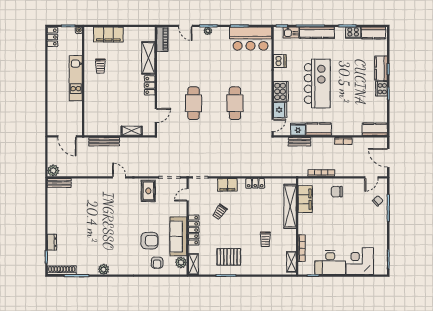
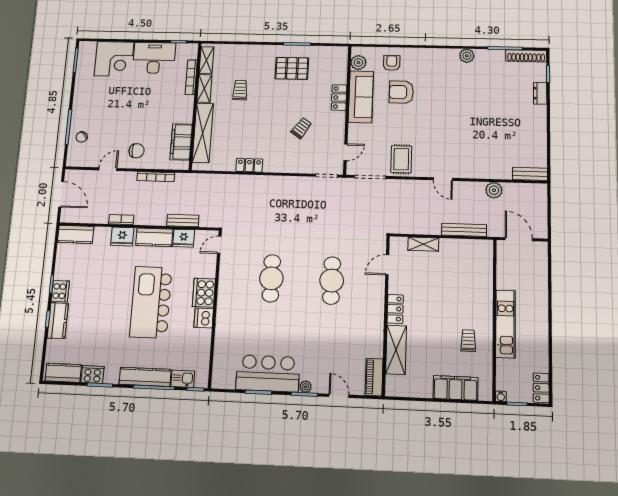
bar counter: (251, 39) -> (268, 373), moved
dishwasher: (280, 61) -> (204, 318), moved
fridge: (280, 110) -> (122, 237), moved, turned -90
plant: (53, 171) -> (494, 190), moved
door: (371, 177) -> (108, 169), moved
filing cabinet: (227, 185) -> (289, 164), removed
locker: (194, 230) -> (339, 98), width x0.66
shelving: (193, 264) -> (204, 88), moved

